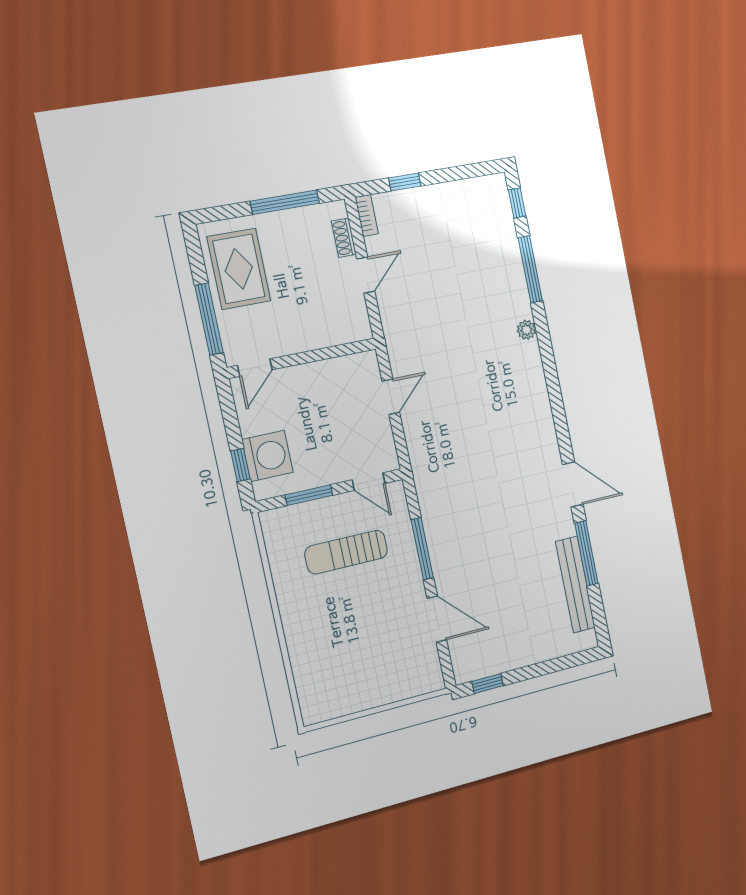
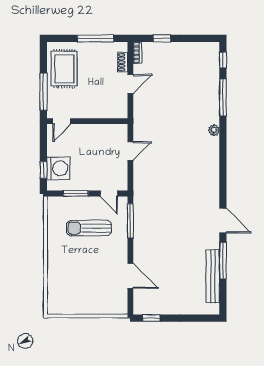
window: (422, 549) -> (130, 221), moved

